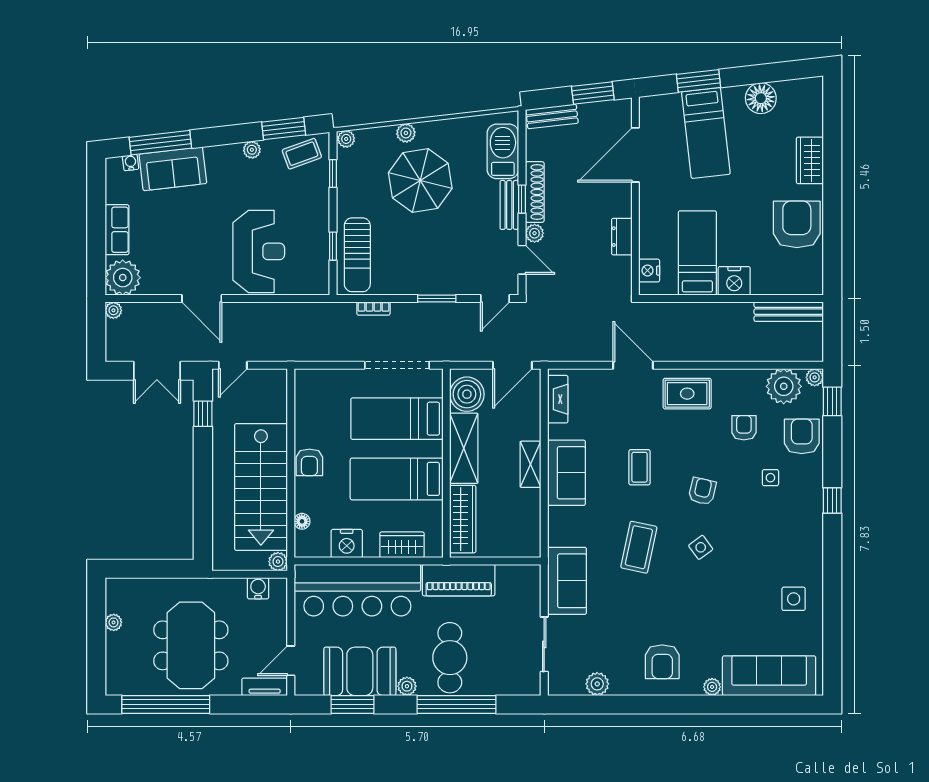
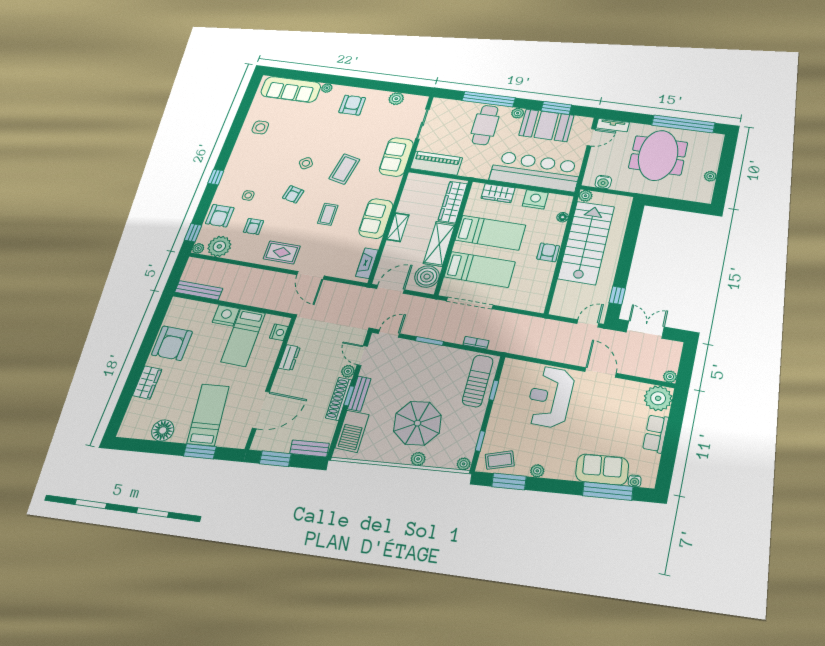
piano: (459, 580) -> (436, 163), moved

